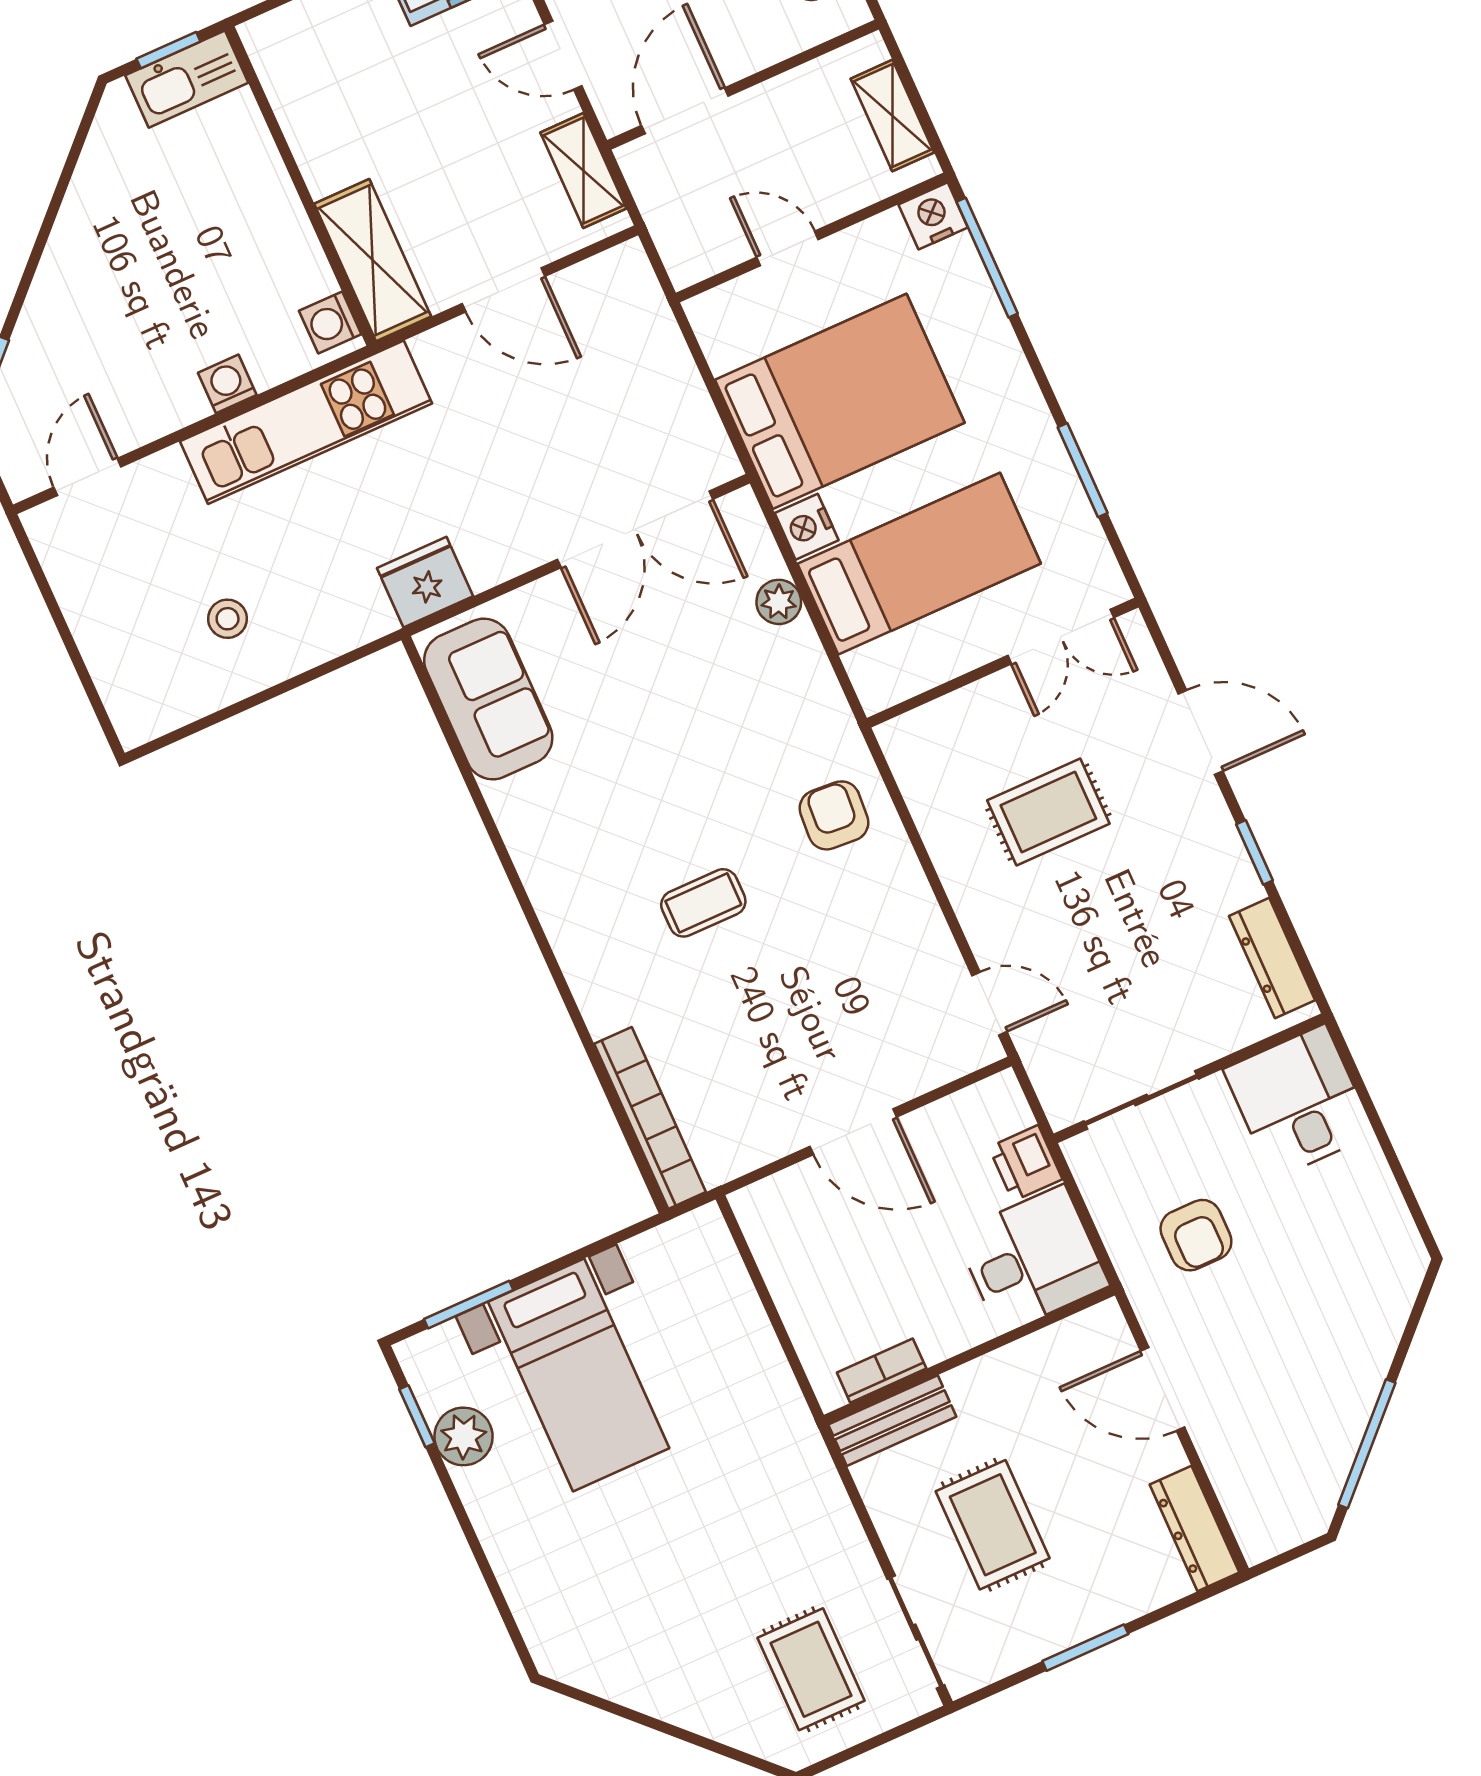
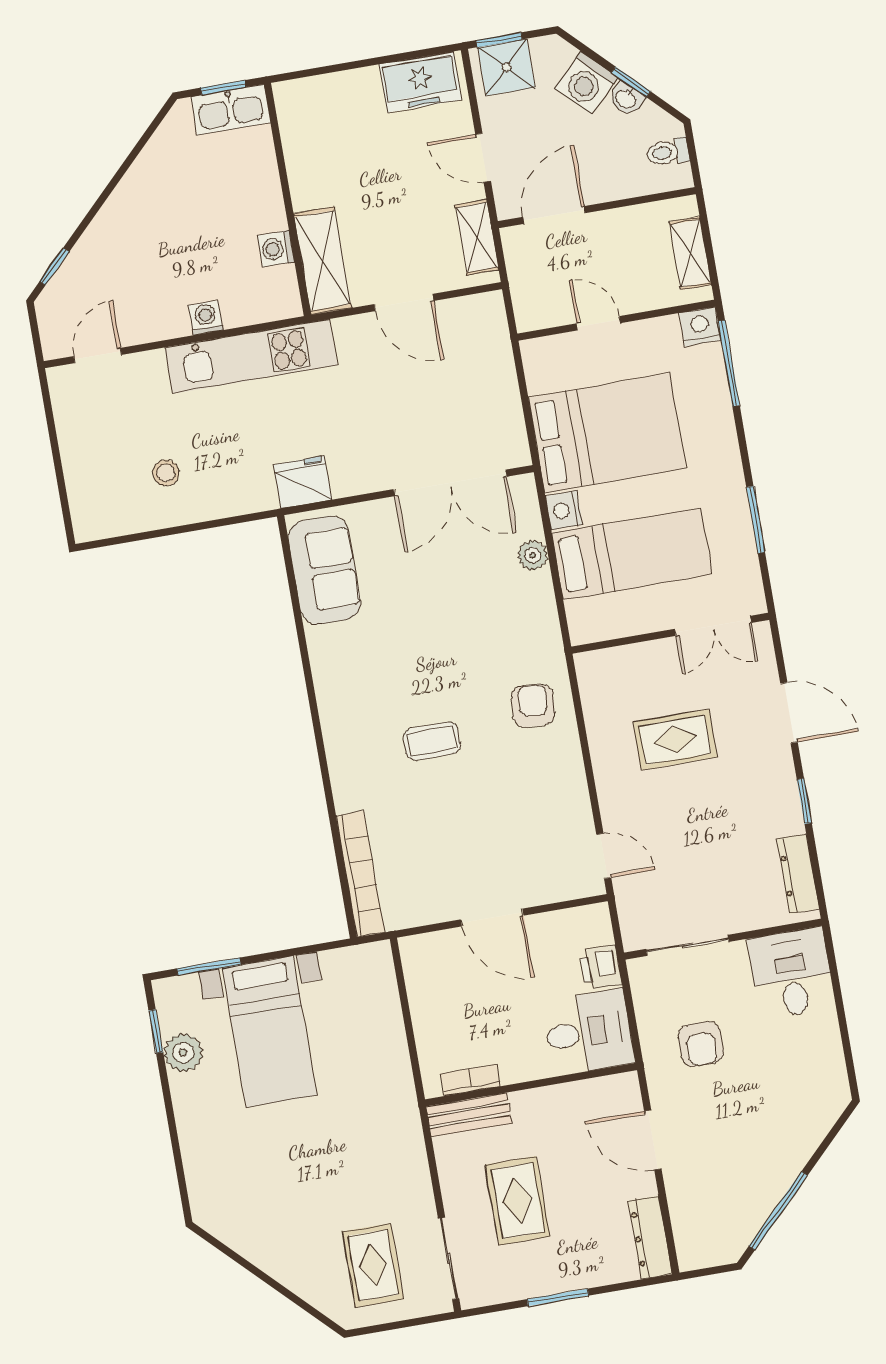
washing machine: (330, 322) -> (276, 249), moved

